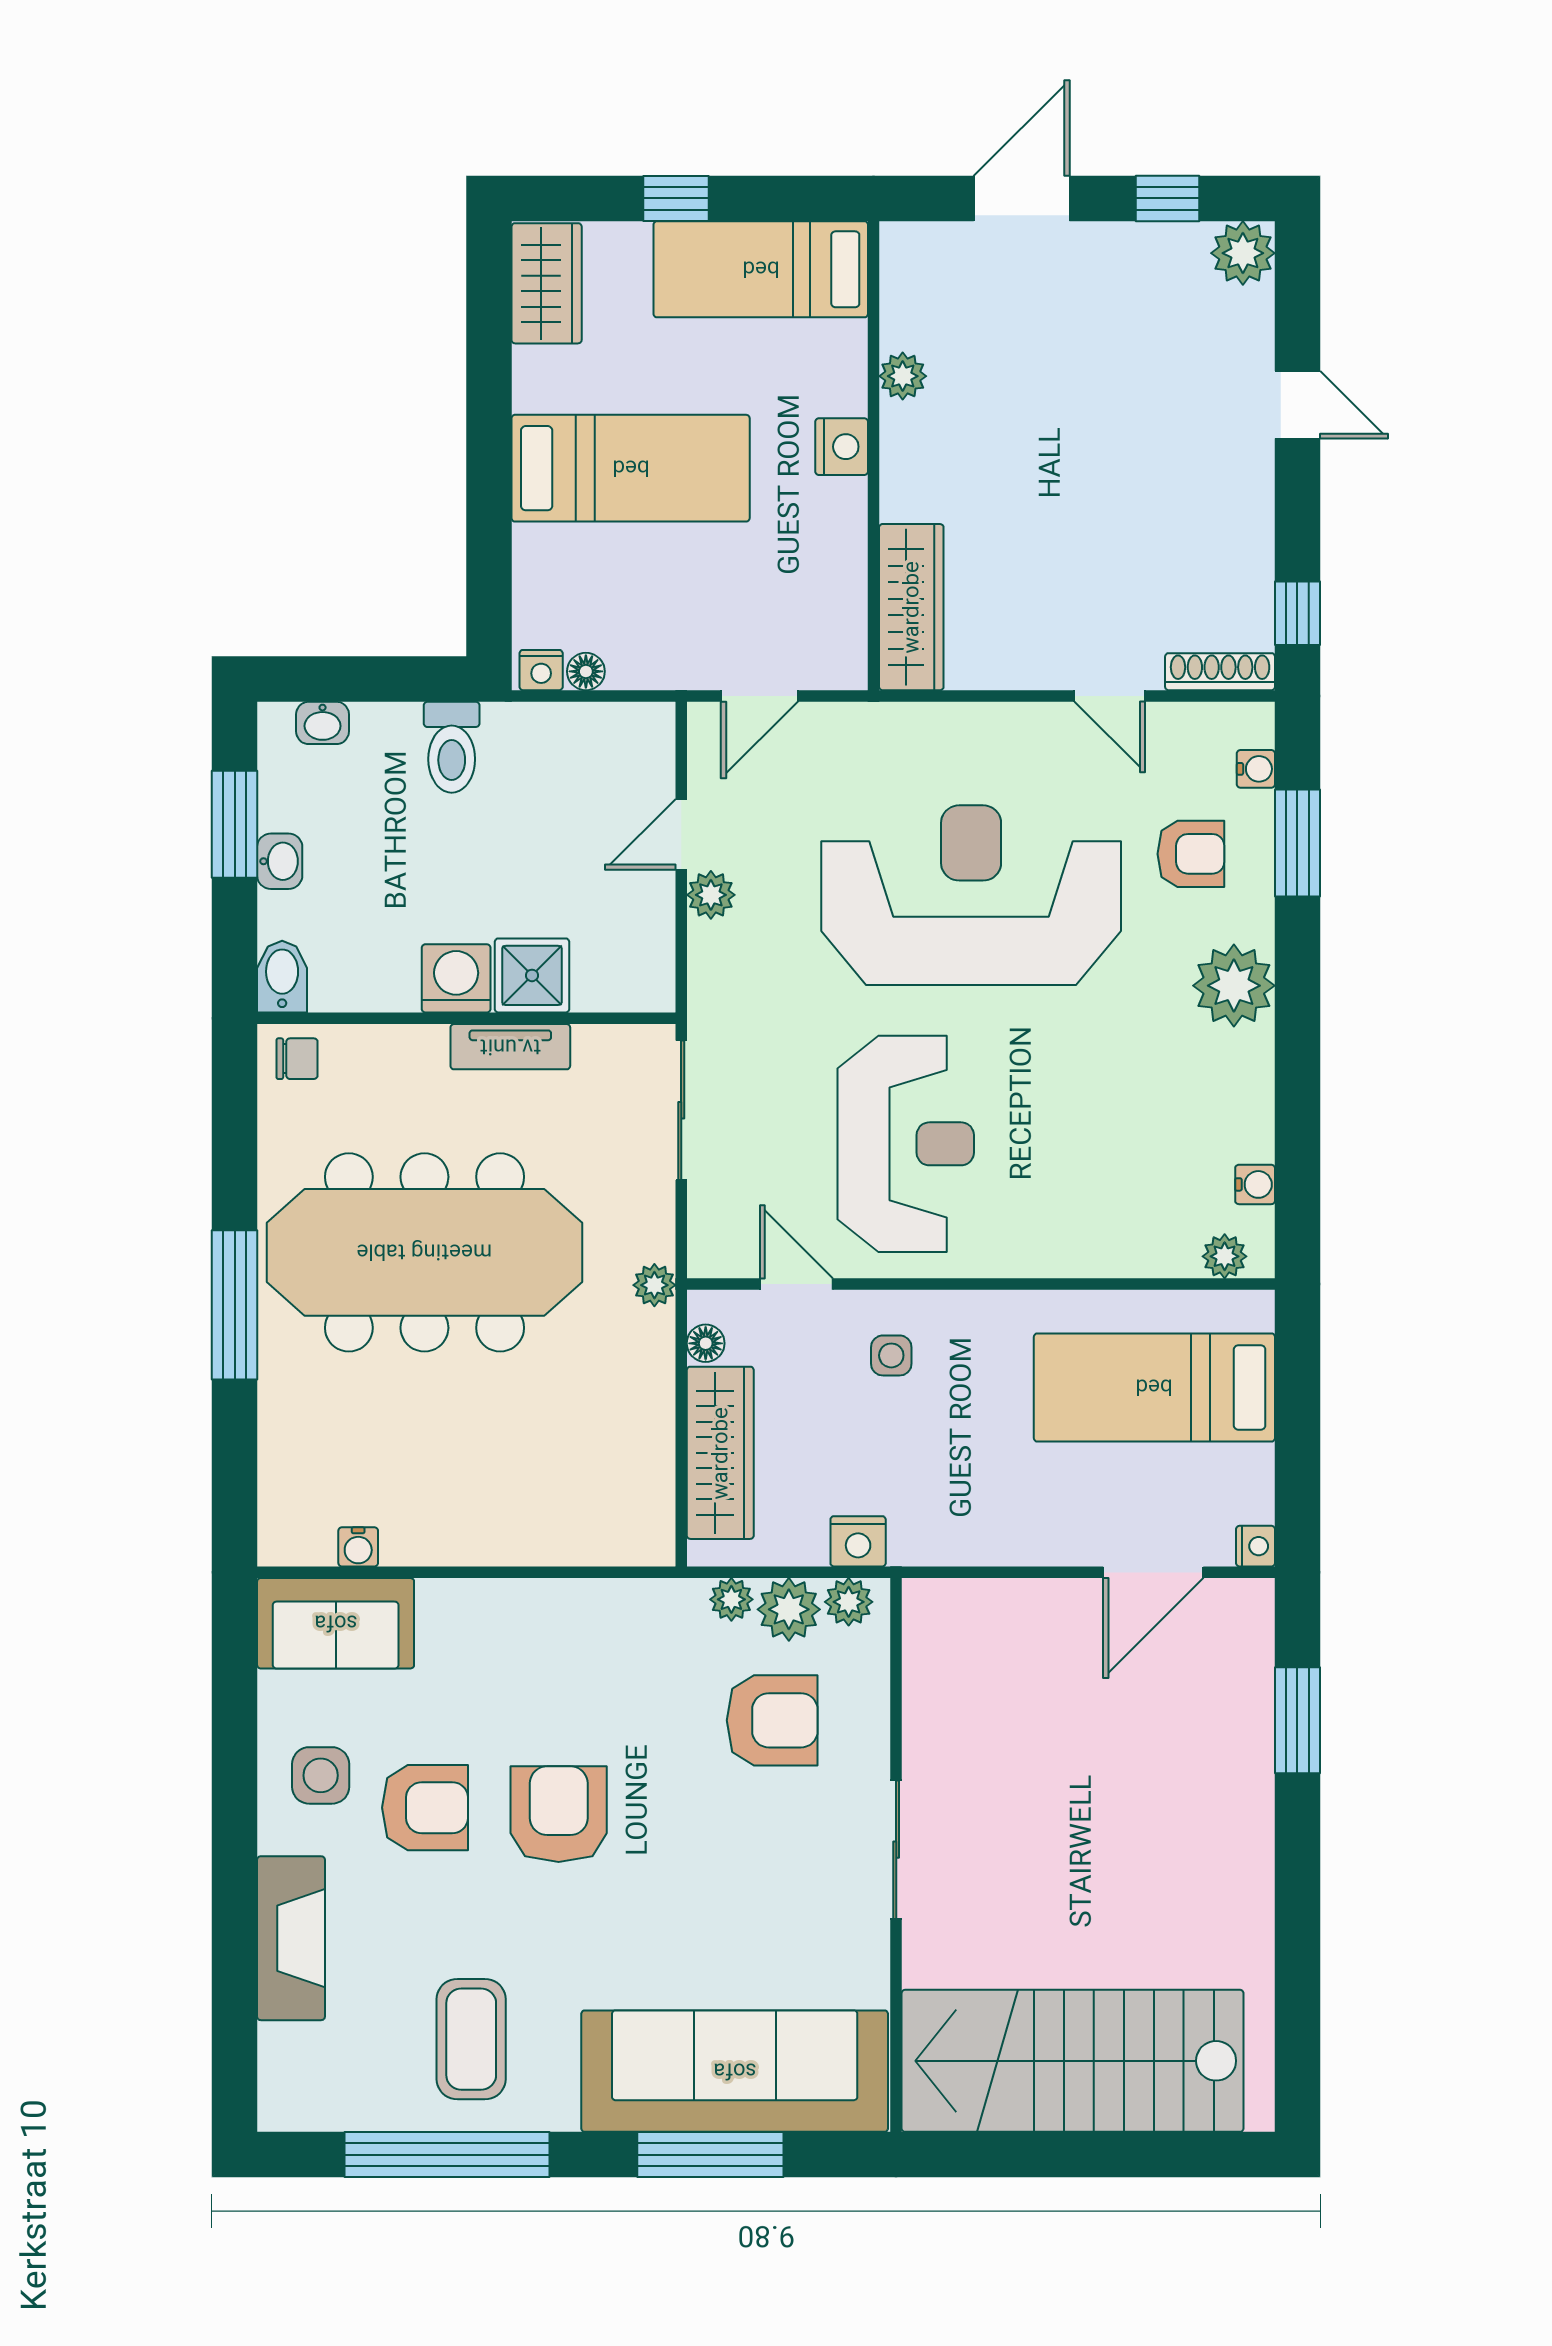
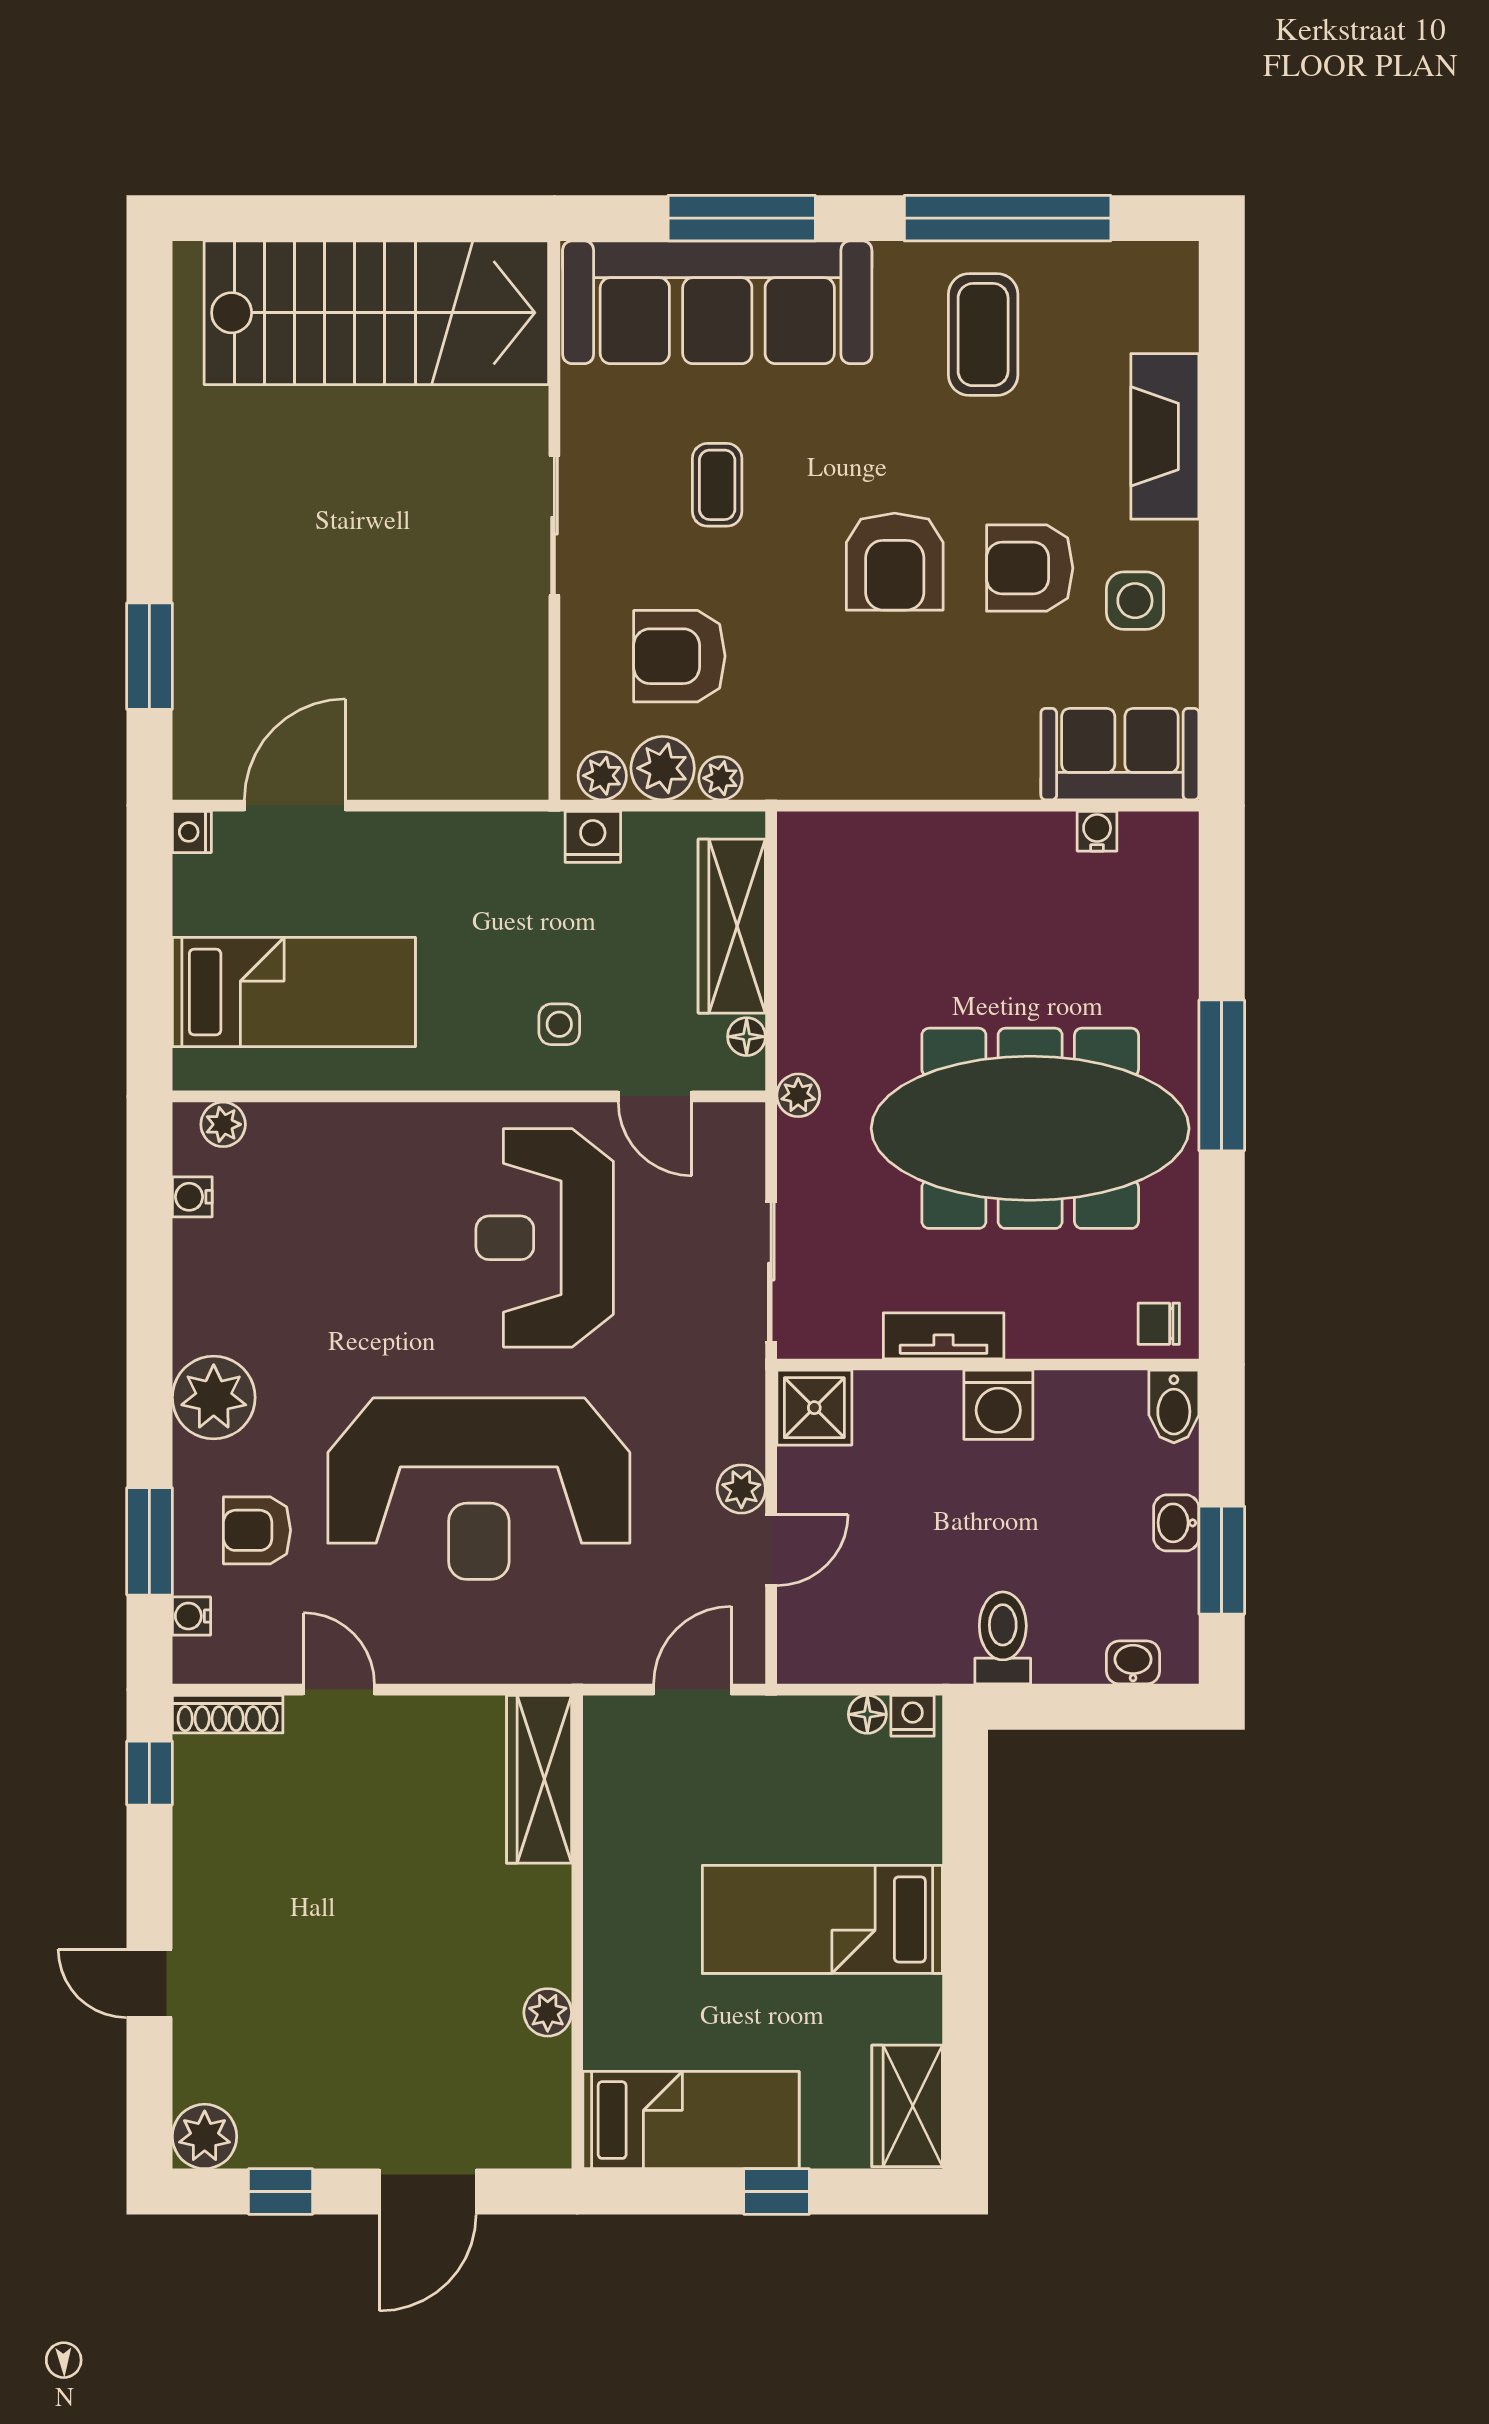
nightstand: (842, 447) -> (609, 1941), removed
shower: (532, 975) -> (814, 1408), moved
coffee table: (735, 1890) -> (717, 485), added

